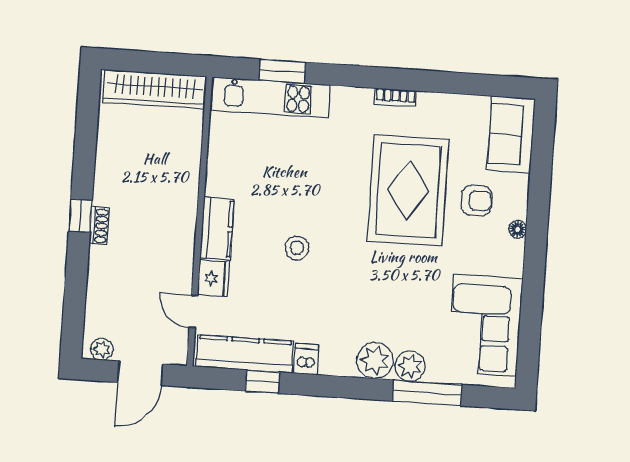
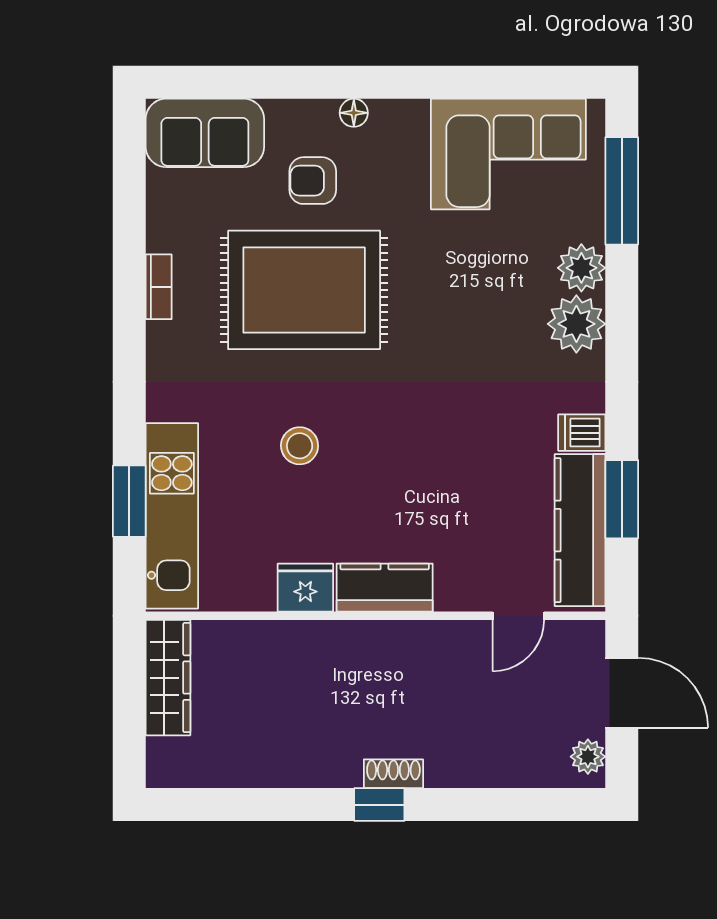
wardrobe: (155, 89) -> (168, 678), width x0.71, depth x0.85
bookcase: (395, 97) -> (159, 287), moved
armchair: (477, 201) -> (313, 181), turned -90
stool: (297, 248) -> (300, 446), moved
fridge: (213, 278) -> (305, 588), moved
window: (262, 382) -> (622, 499), width x1.50
window: (427, 393) -> (622, 191), moved

